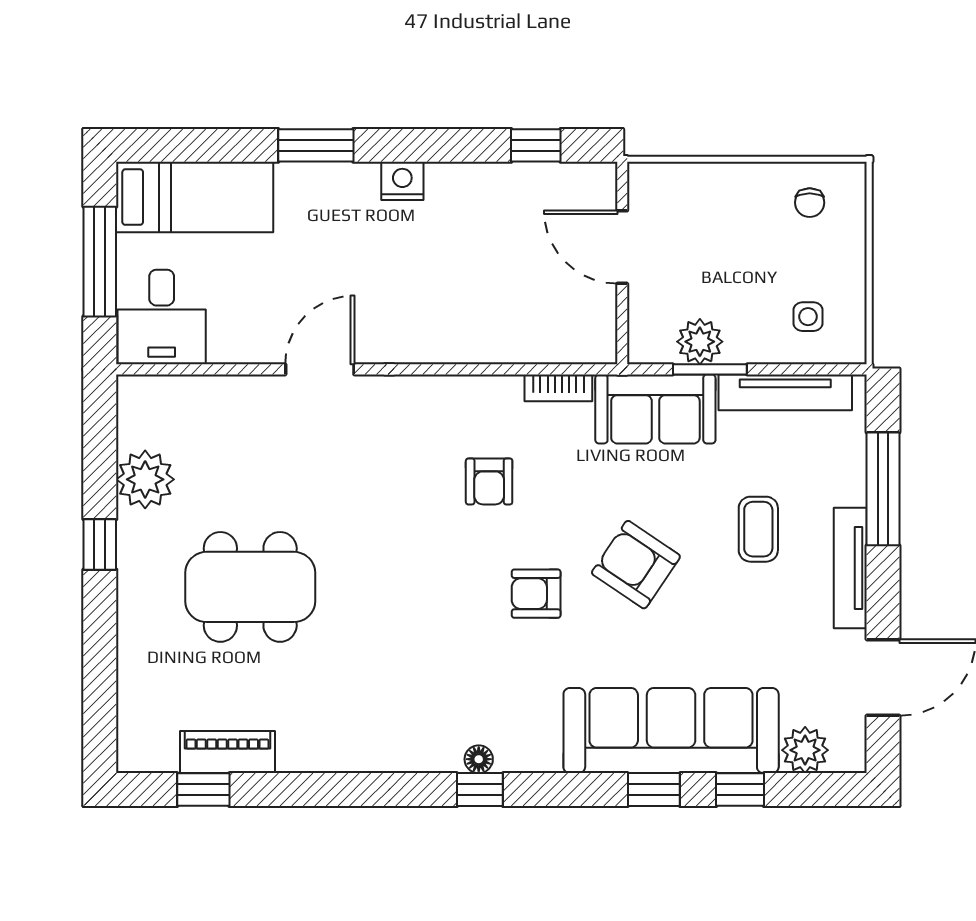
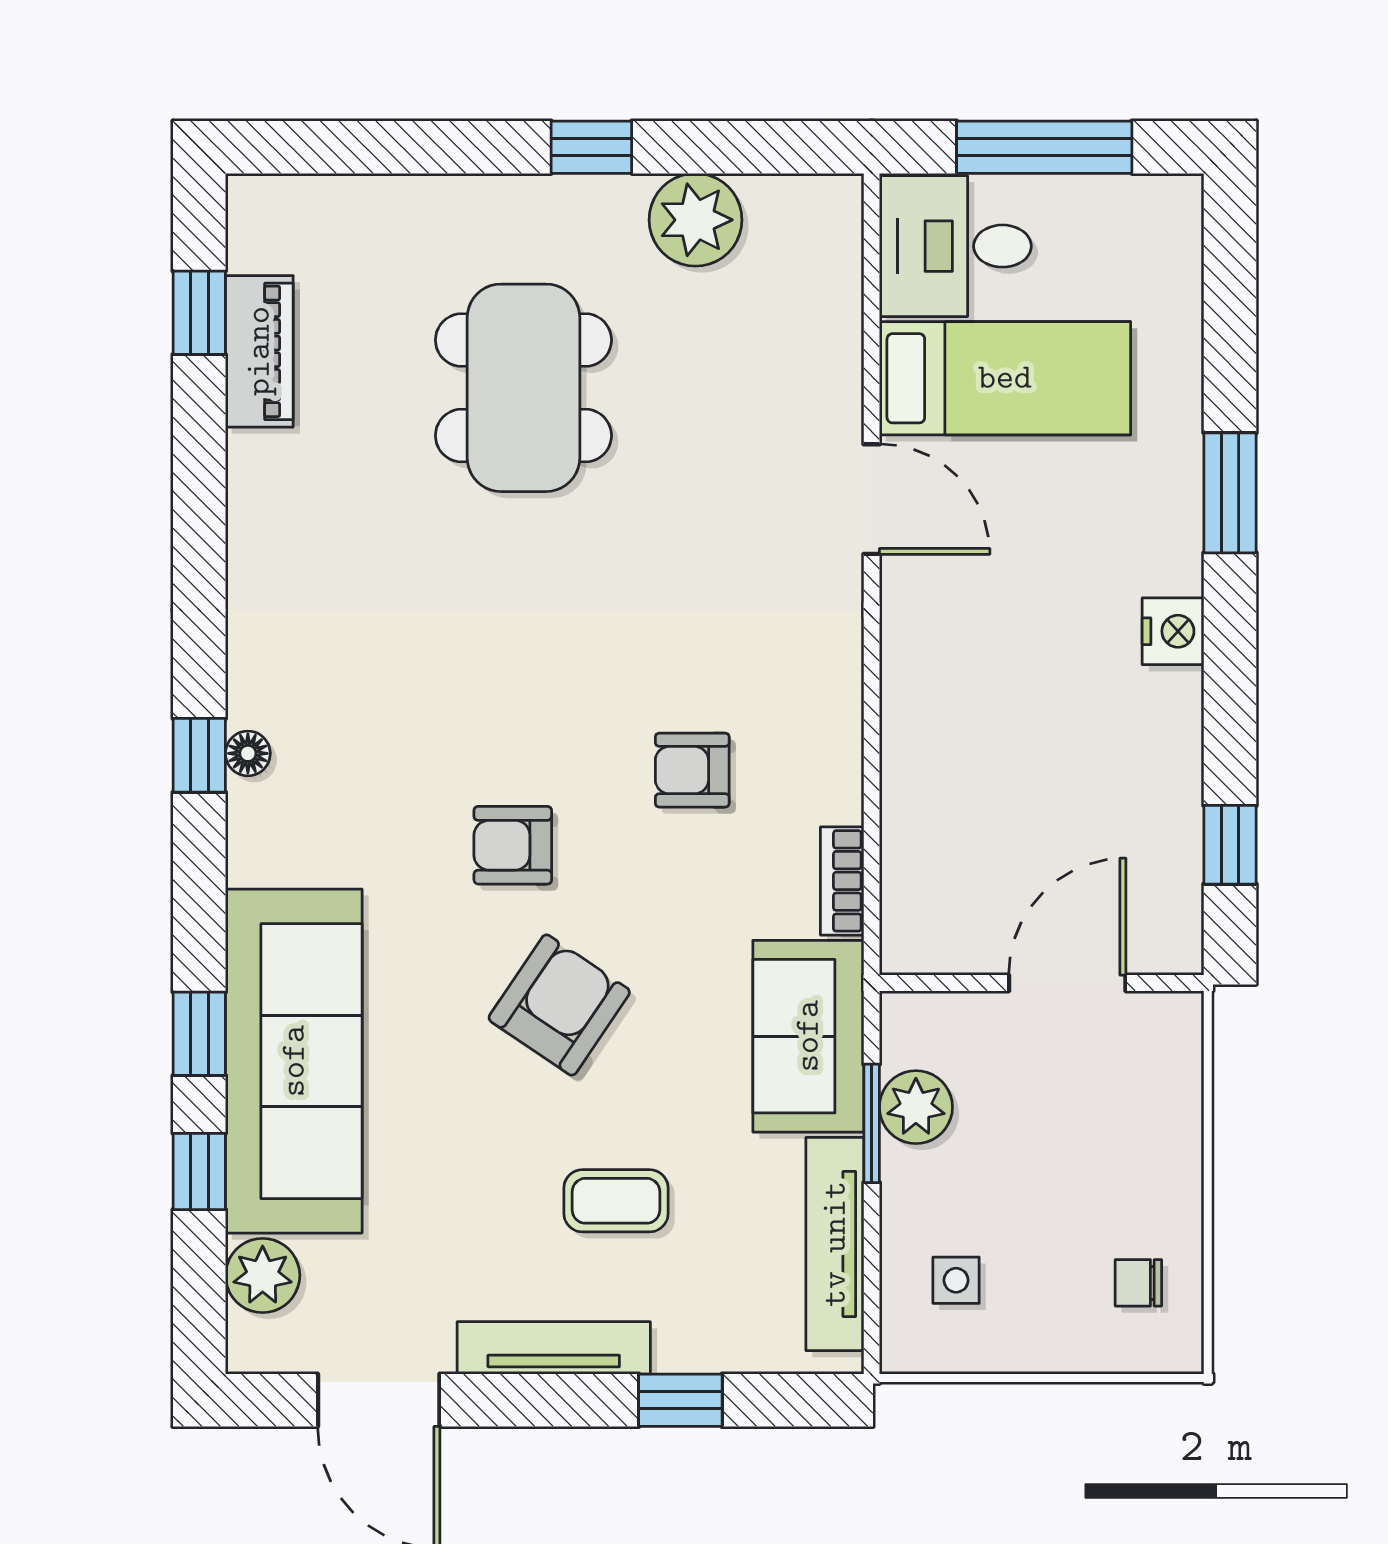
bed: (195, 197) -> (1005, 378), moved, turned -90
window: (883, 489) -> (680, 1400), width x0.46
armchair: (536, 594) -> (513, 845), turned -90

